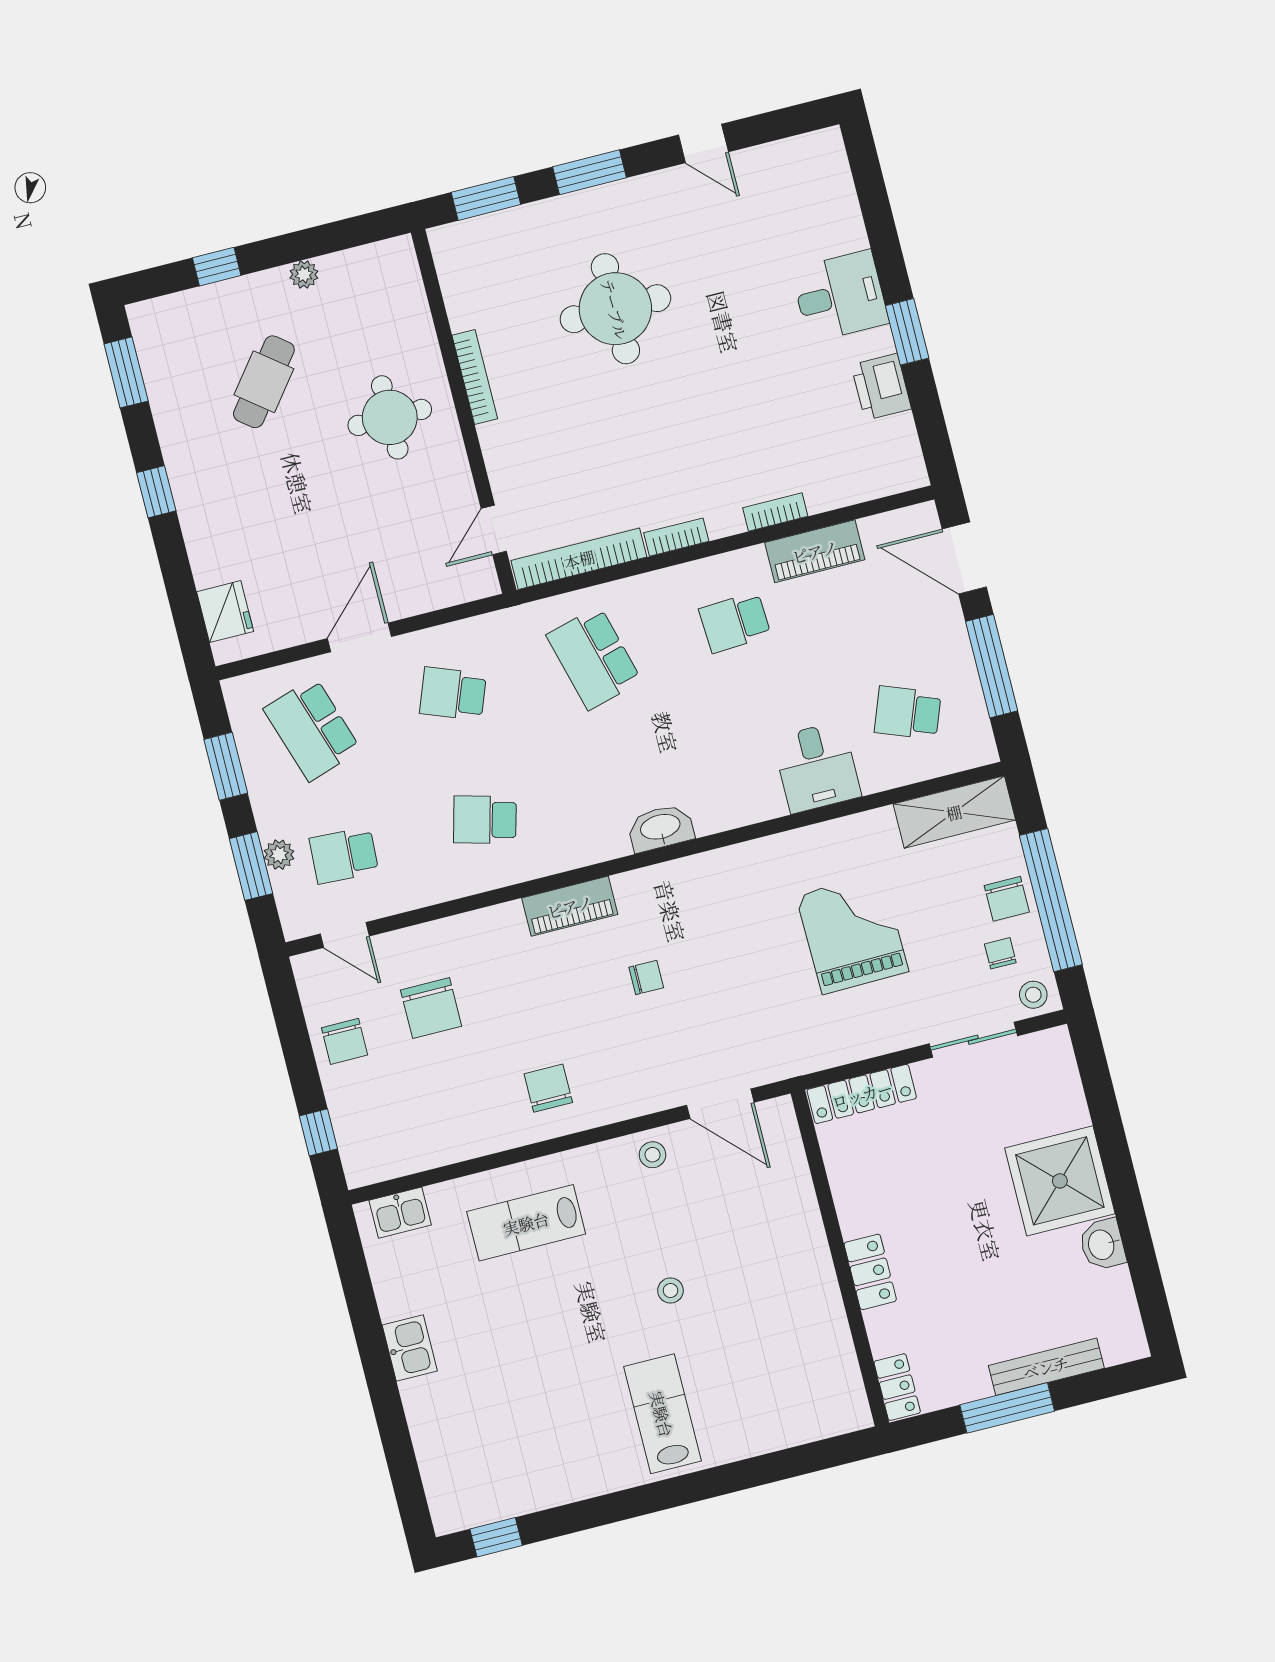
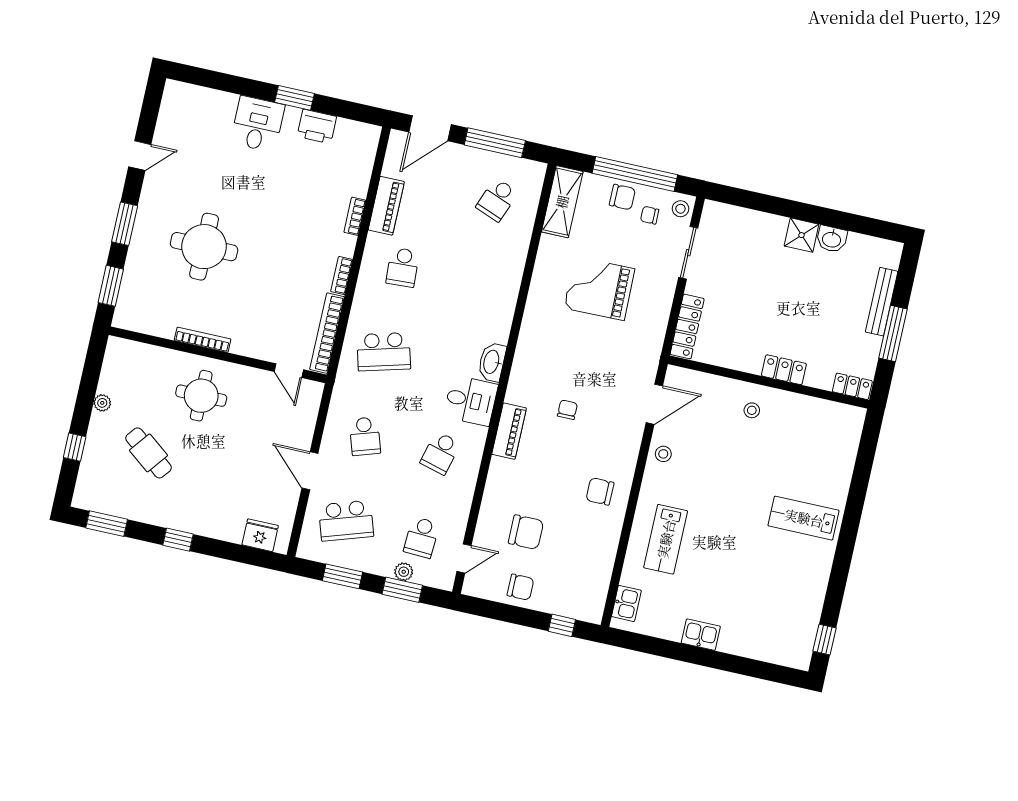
school desk: (453, 694) -> (365, 436), turned -39
desk: (817, 767) -> (471, 400), moved
shower: (1060, 1181) -> (802, 235), width x0.54, depth x0.54
stool: (670, 1290) -> (752, 410), moved

